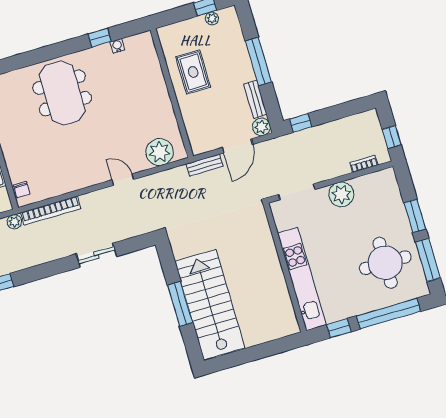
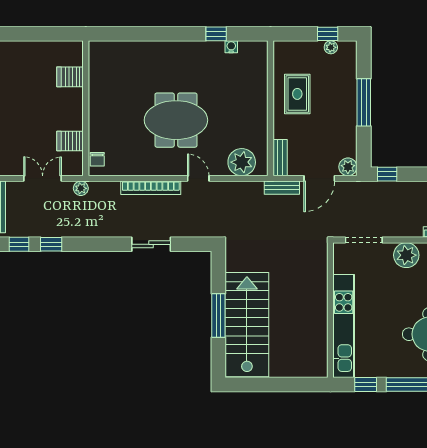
meeting table: (62, 93) -> (176, 120), moved, turned 90
bench: (255, 99) -> (280, 158), moved
bookcase: (51, 210) -> (151, 188), moved

